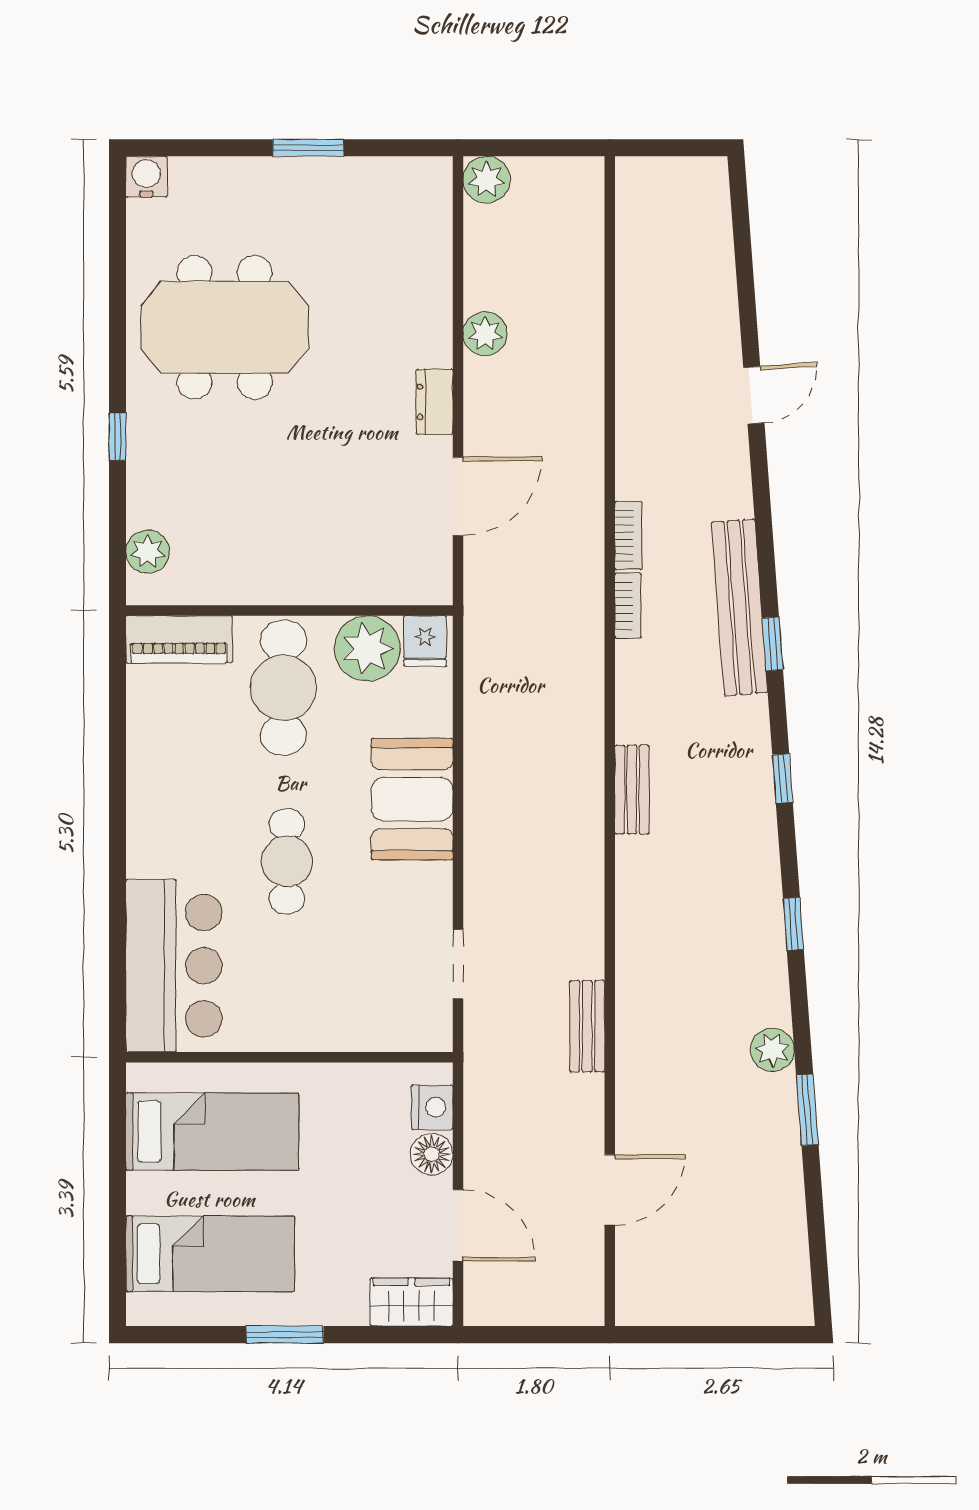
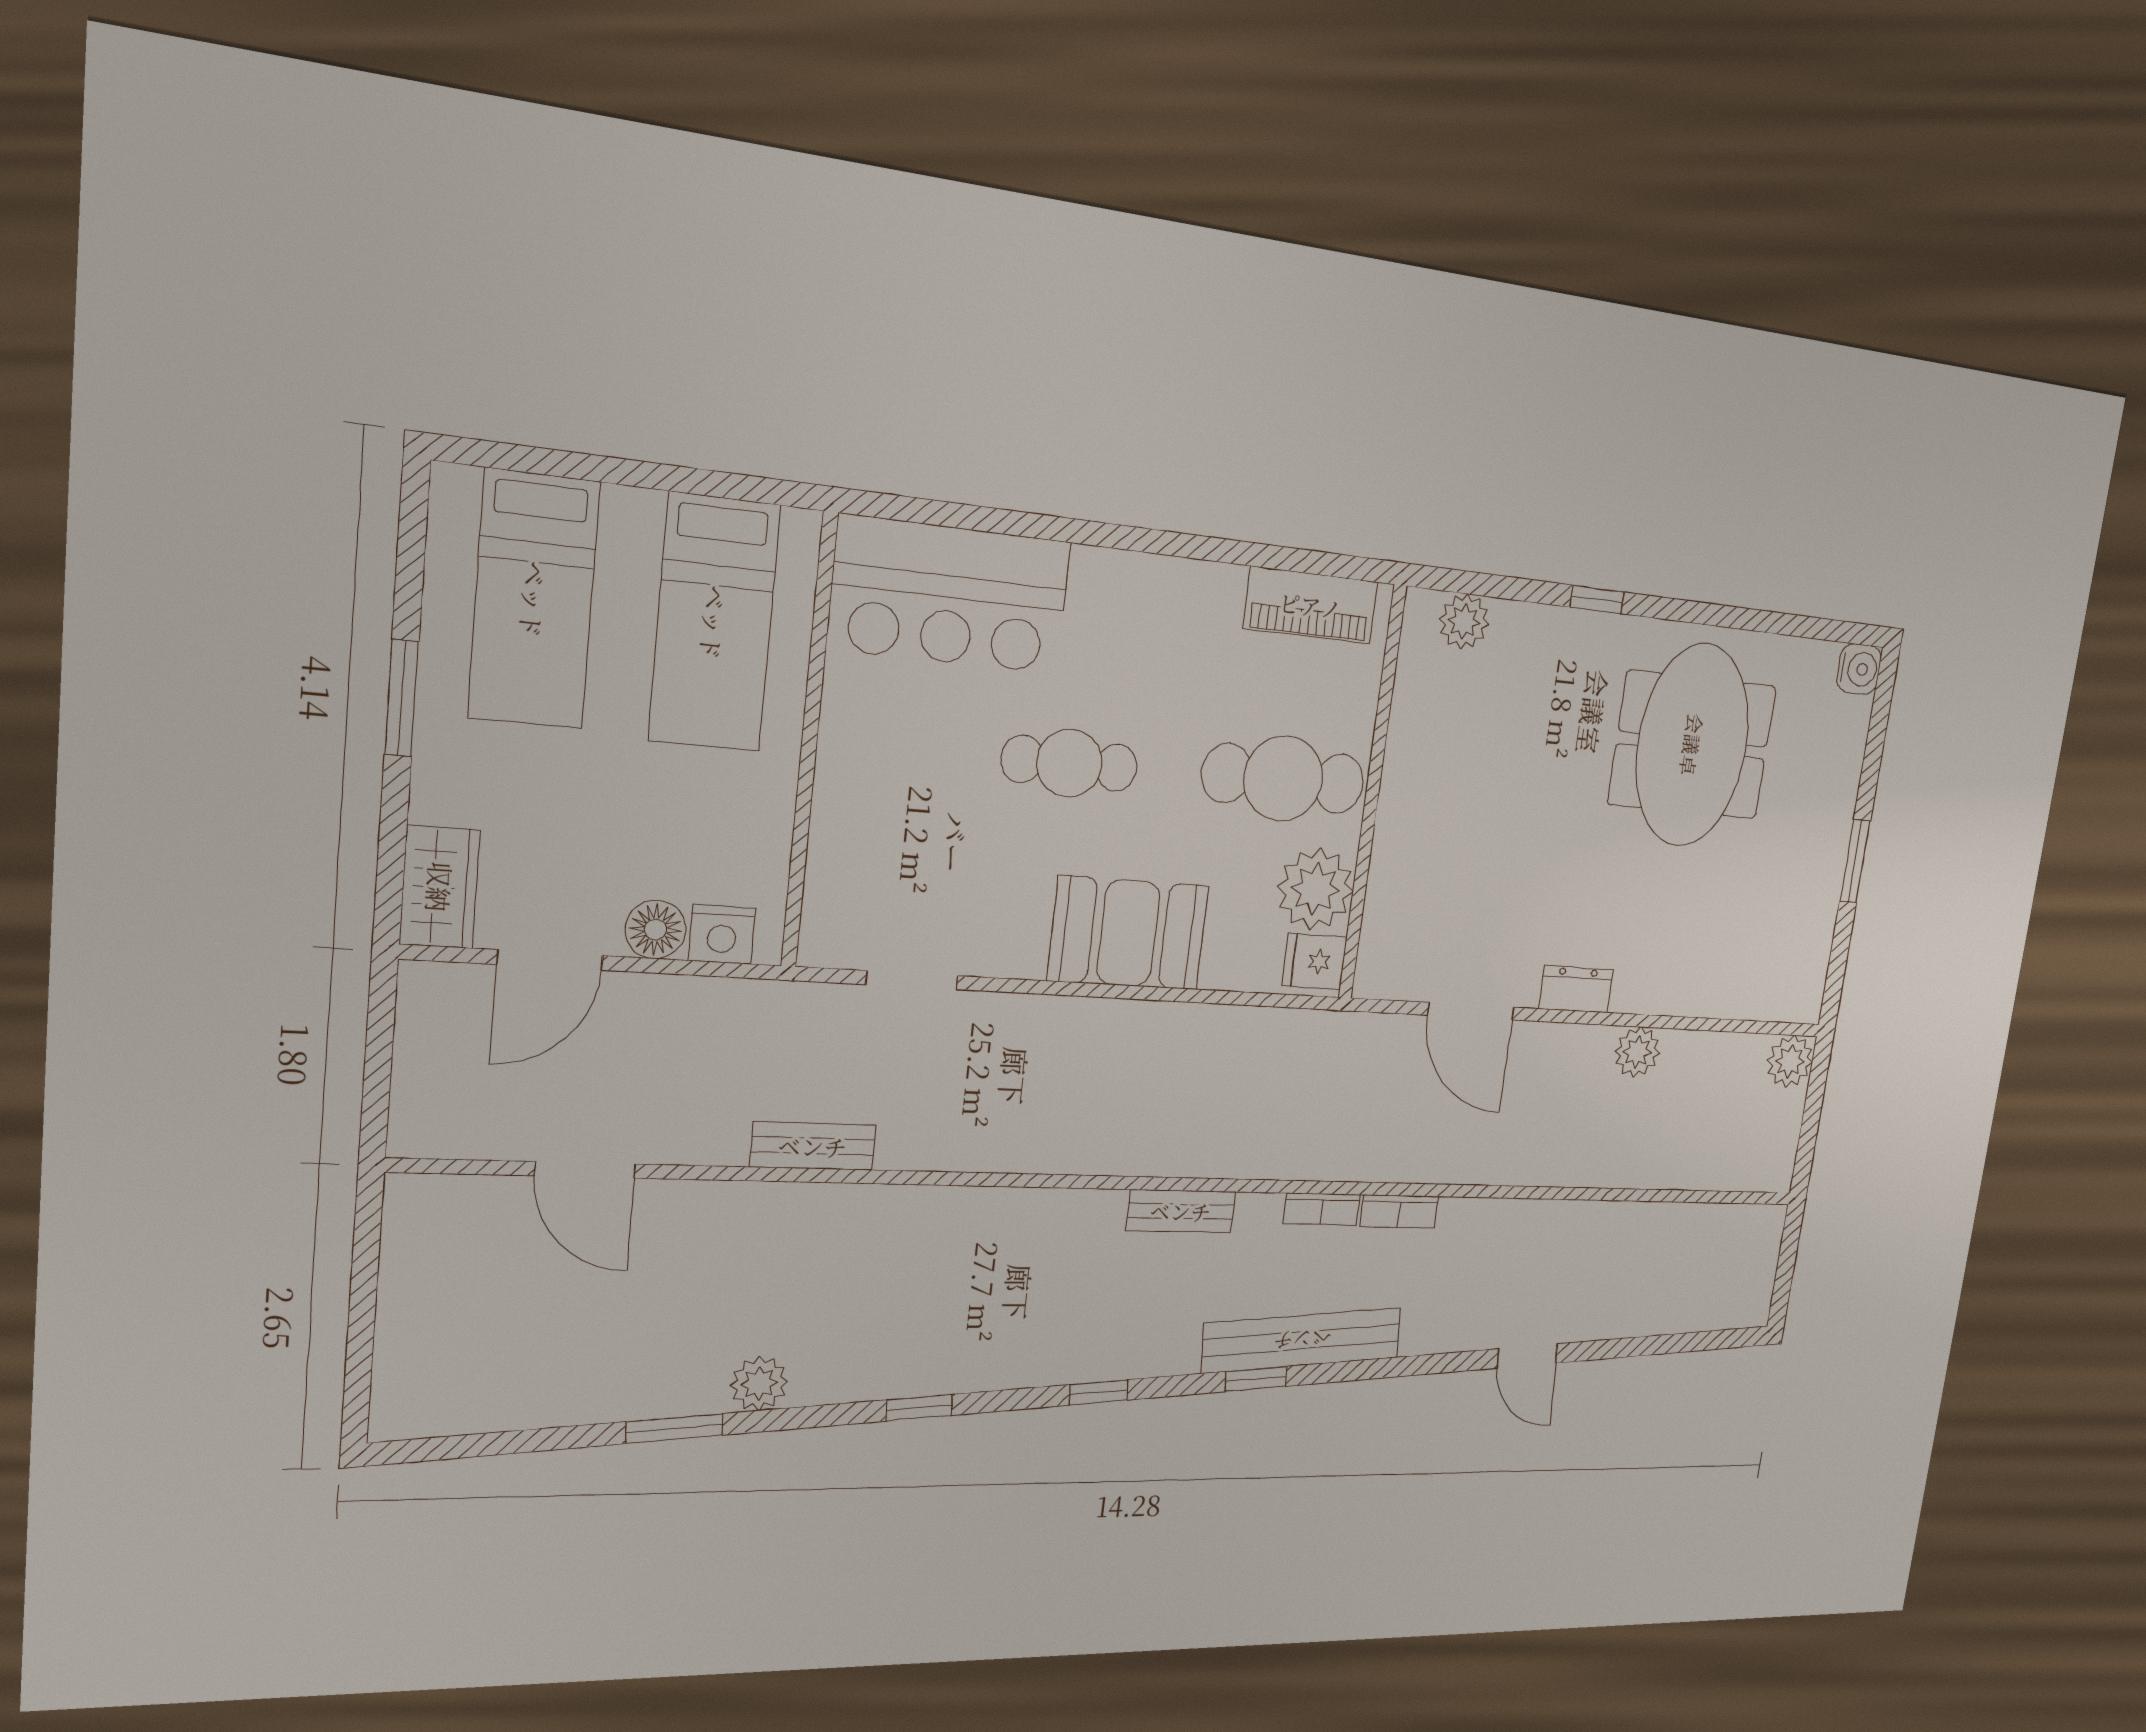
piano: (179, 639) -> (1311, 605), moved, turned -90
bench: (632, 790) -> (1181, 1211), moved

